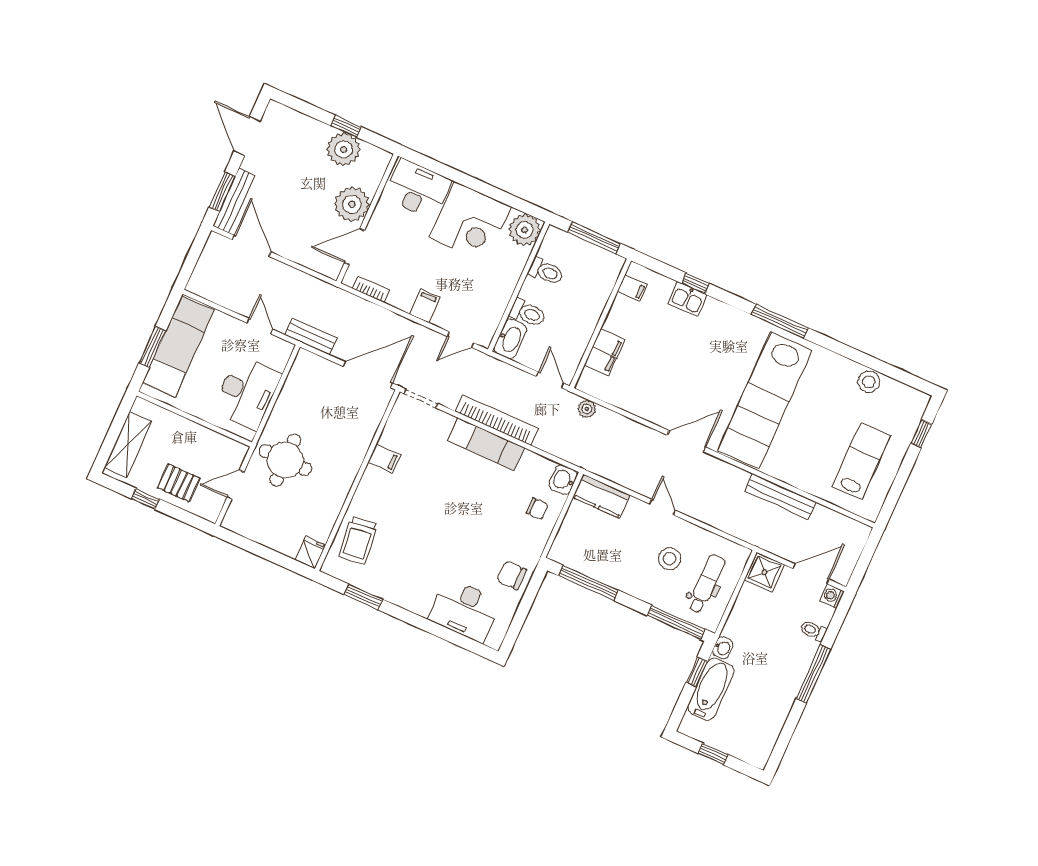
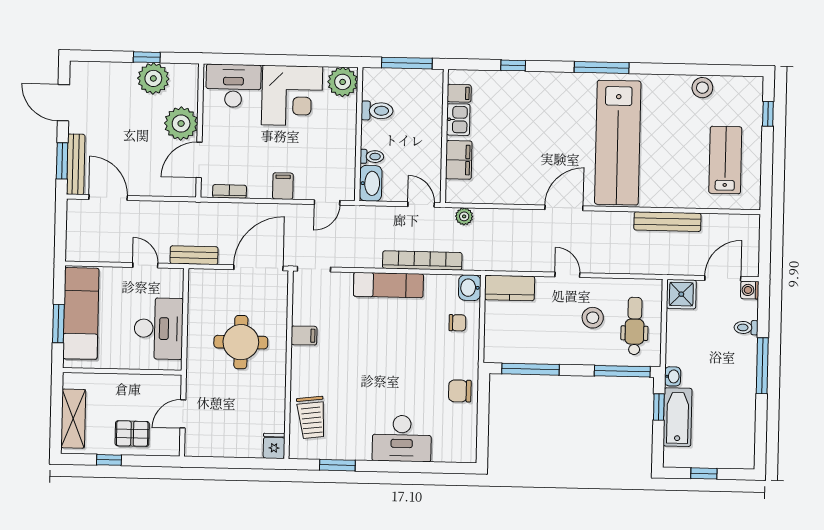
kitchen sink: (688, 299) -> (458, 120), moved, turned -90
toilet: (528, 313) -> (372, 156), width x0.73, depth x0.72
bookcase: (497, 420) -> (422, 260), moved
round table: (285, 460) -> (241, 342), moved
desk: (464, 610) -> (402, 438), moved

